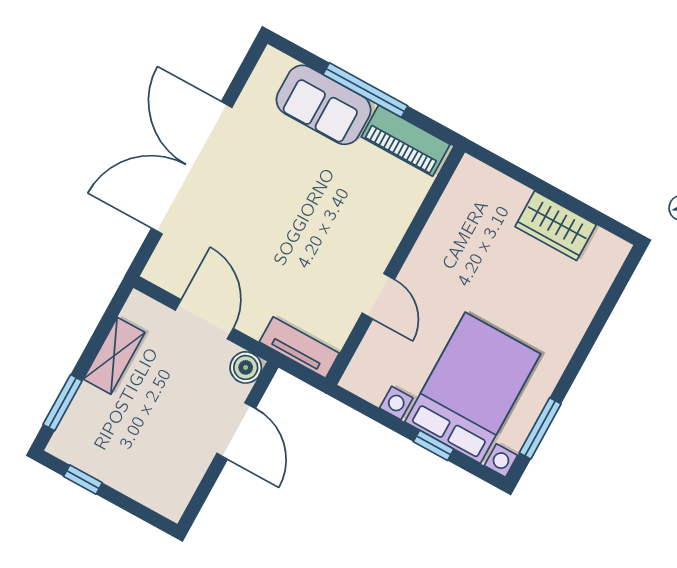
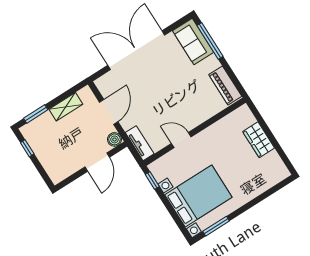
window: (365, 90) -> (210, 41), moved
sofa: (324, 105) -> (193, 42), moved
wardrobe: (556, 226) -> (259, 140), moved
door: (378, 296) -> (181, 140), swing flipped
window: (434, 445) -> (152, 180), moved

